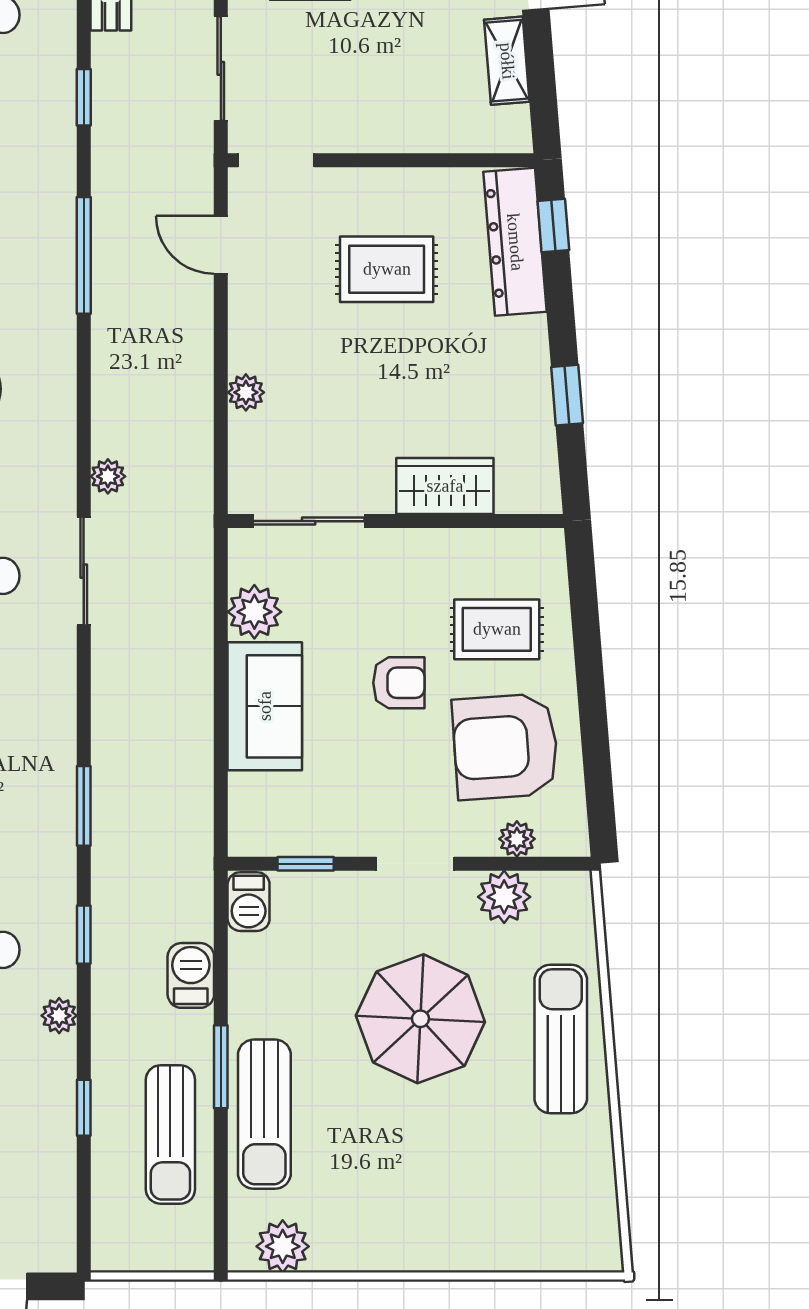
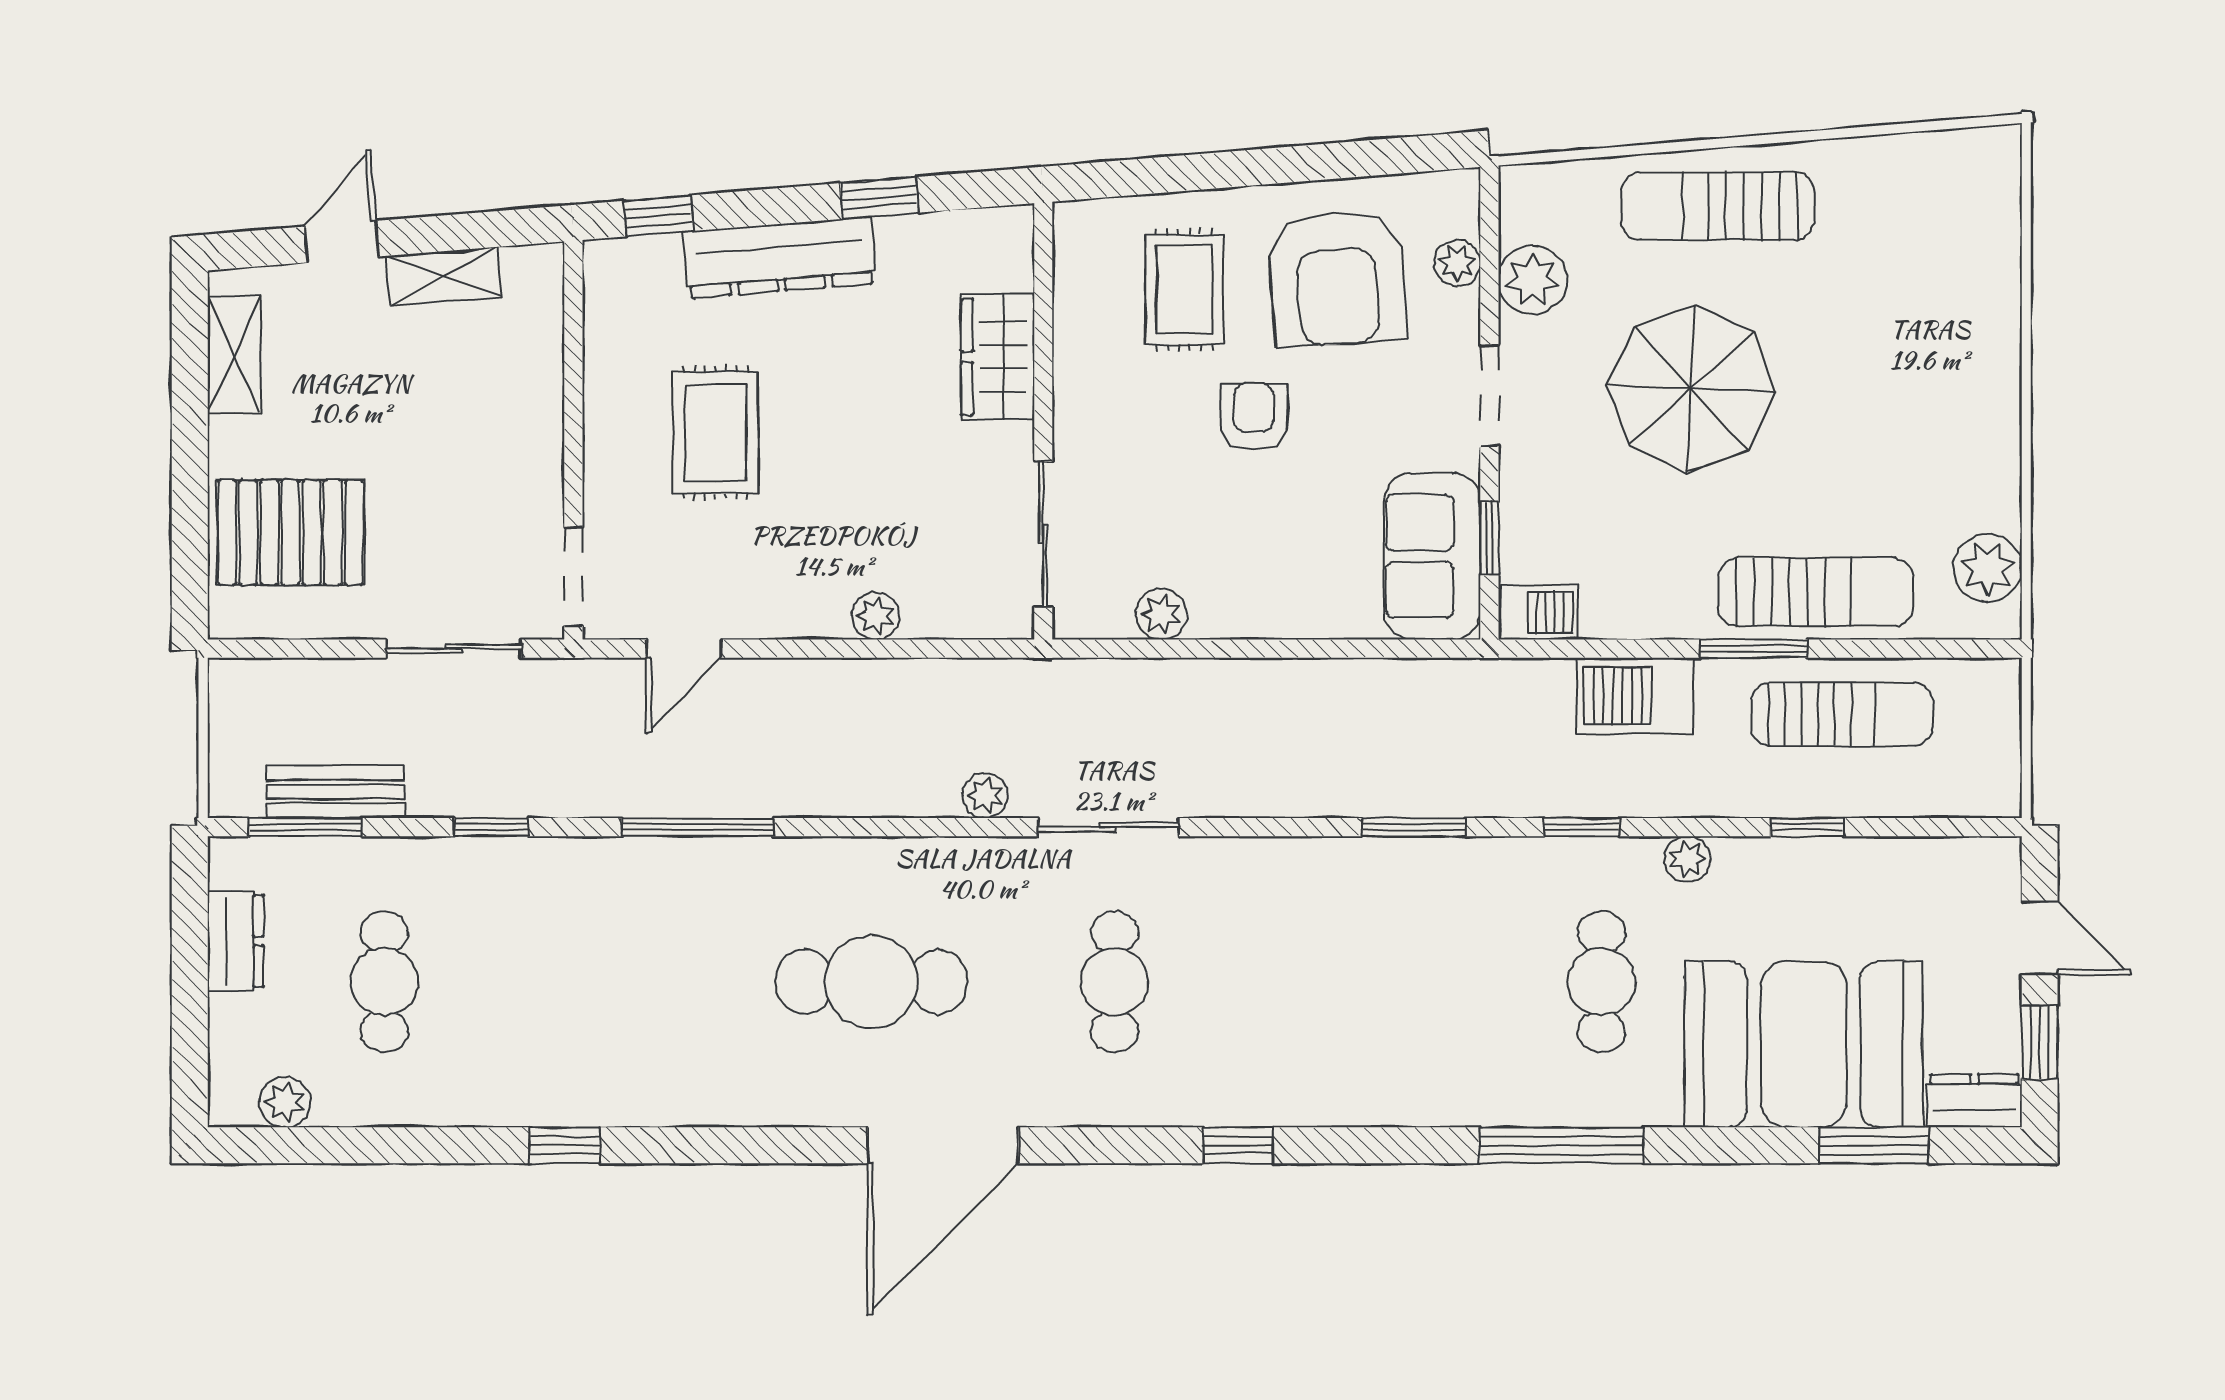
dresser: (515, 242) -> (779, 258), moved
plant: (254, 612) -> (1161, 614), width x0.73, depth x0.73
sofa: (265, 706) -> (1432, 556), moved, turned -90
barbecue: (191, 975) -> (1635, 696), width x1.38, depth x1.27

